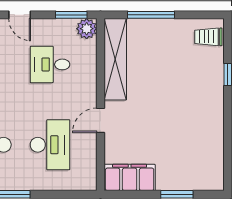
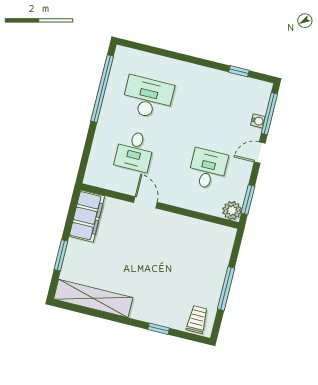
window: (151, 15) -> (226, 289), moved
shelving: (115, 59) -> (93, 298), moved
desk: (50, 145) -> (135, 151), width x0.73

